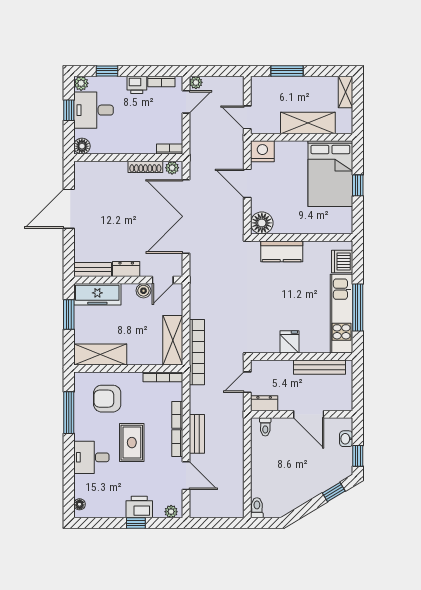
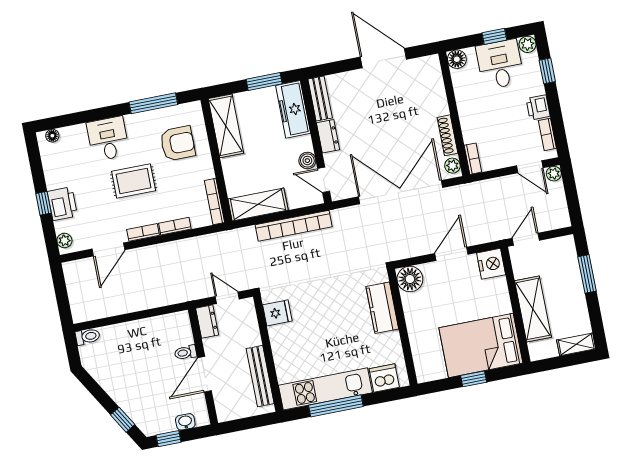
fridge: (290, 342) -> (277, 313), moved
bookcase: (197, 352) -> (294, 226), moved
armchair: (107, 399) -> (178, 143), turned 90
toilet: (265, 427) -> (186, 353), moved
bench: (197, 434) -> (158, 253), removed

